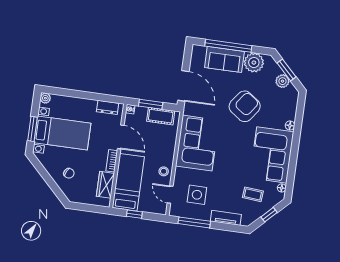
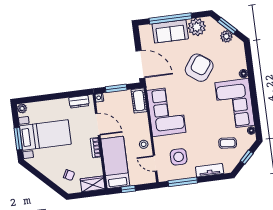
cot: (161, 116) -> (139, 101), moved, turned 90
chair: (69, 173) -> (69, 175), moved
wardrobe: (105, 185) -> (93, 184), moved, turned 90

